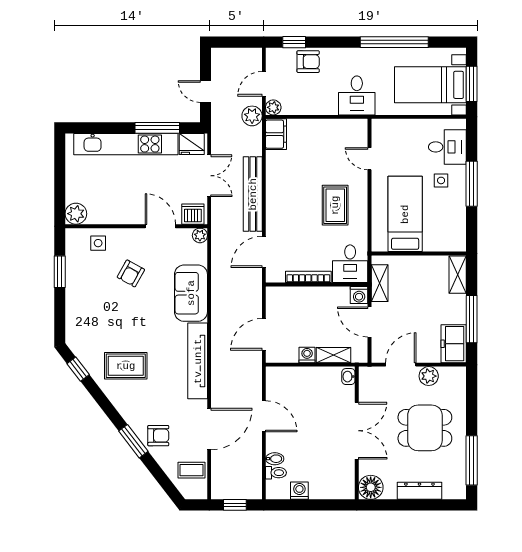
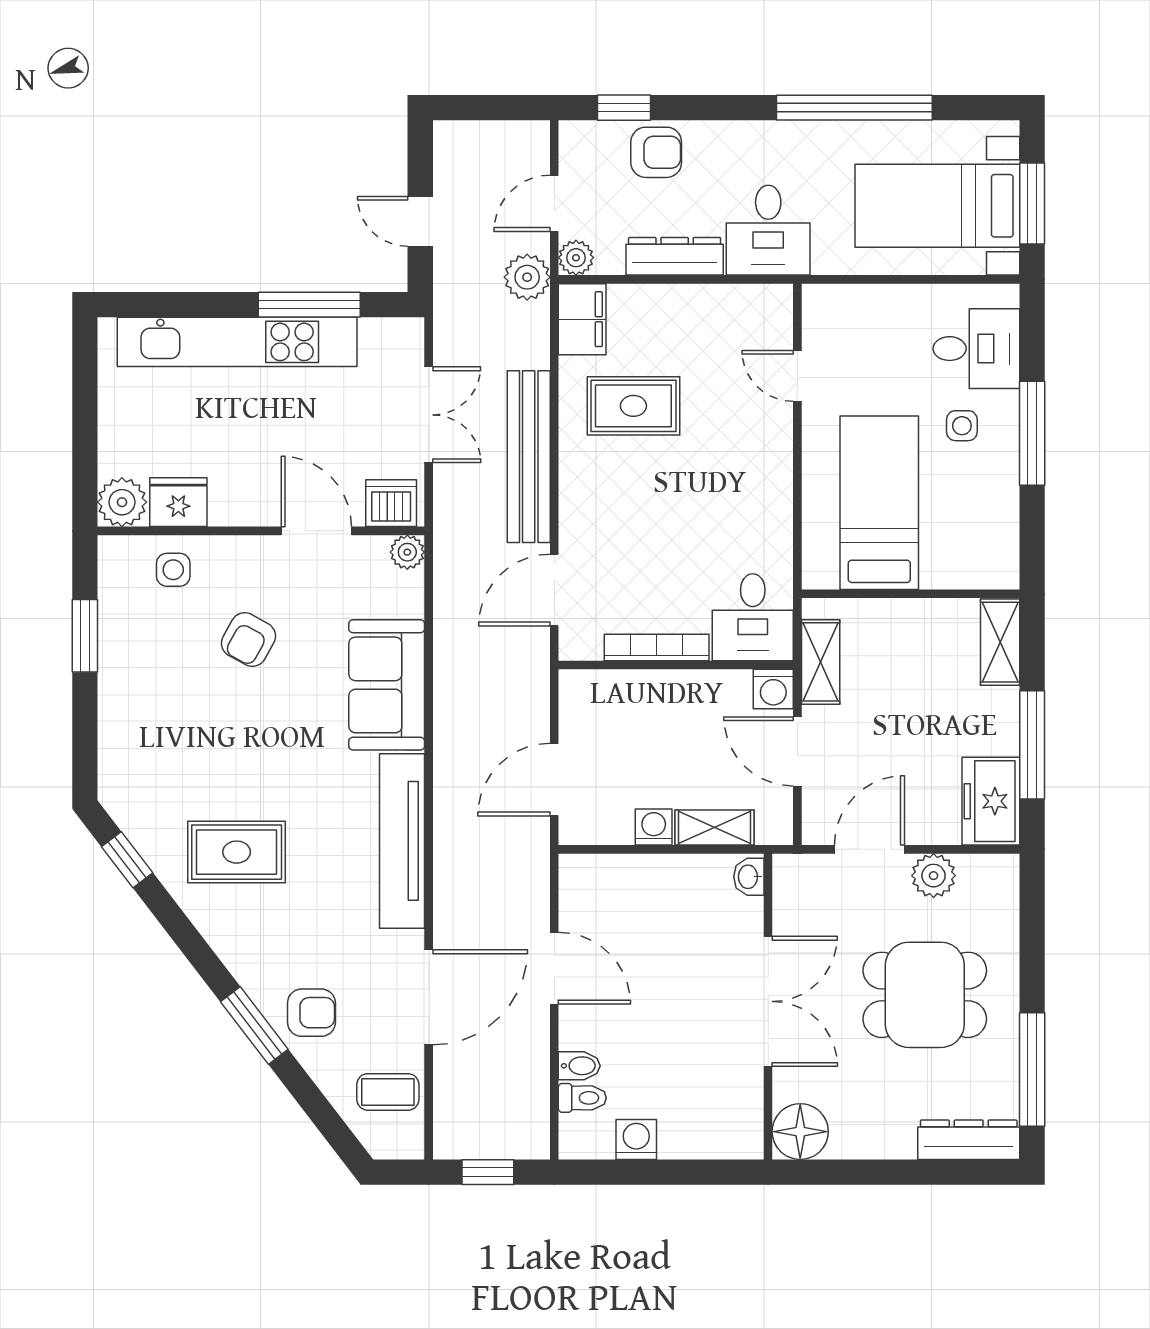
dresser: (316, 107) -> (675, 256), added
fridge: (192, 144) -> (178, 502), moved, turned 180
rug: (335, 205) -> (633, 406), moved, turned 90
dresser: (419, 491) -> (969, 1140), moved

